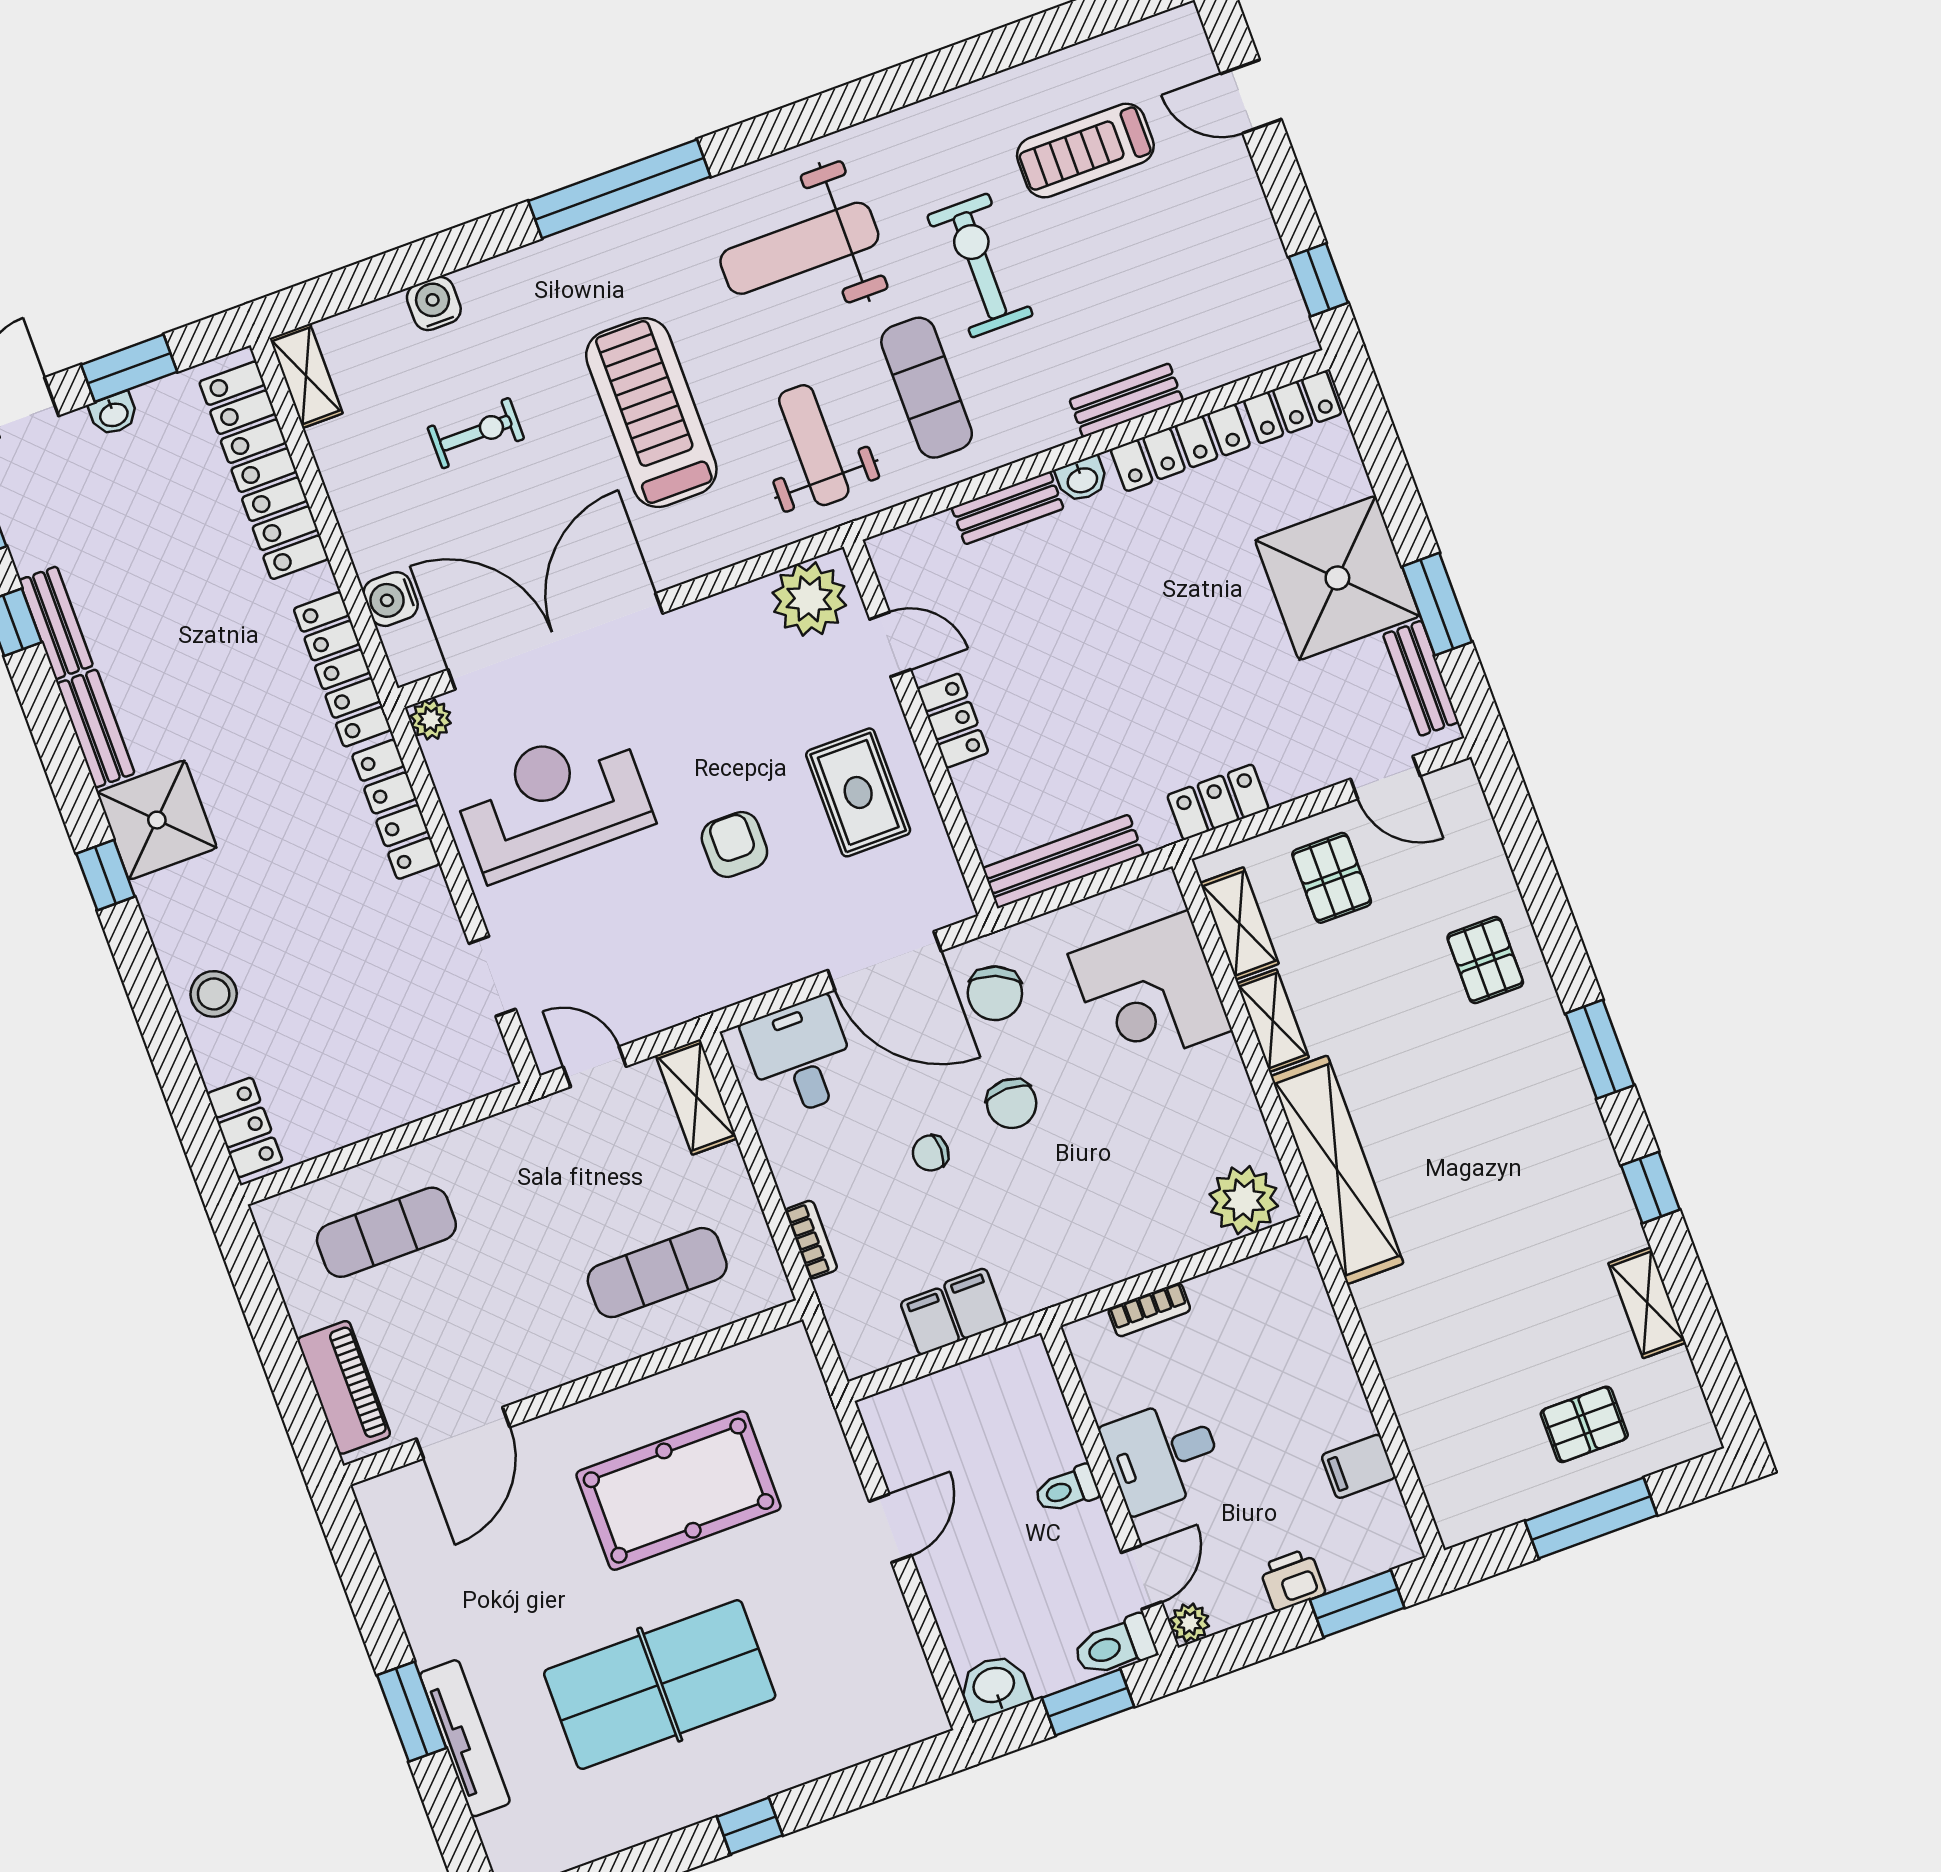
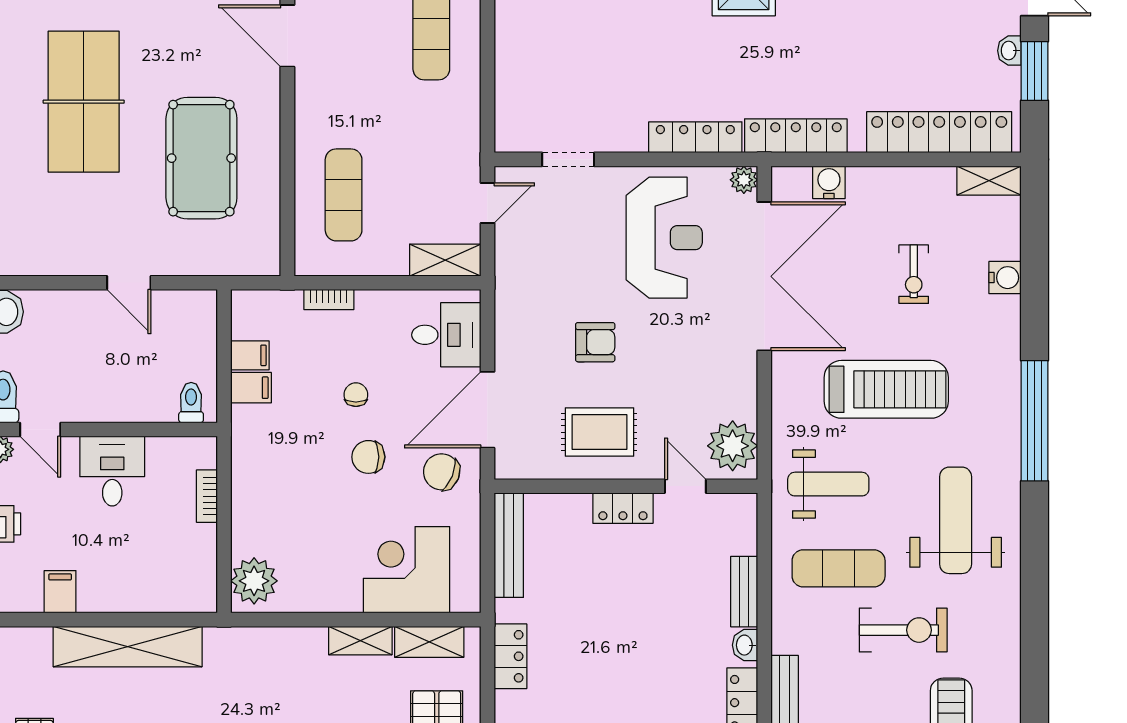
door: (890, 644) -> (685, 486), swing flipped
shelving: (1337, 1170) -> (128, 647), moved
toilet: (1067, 1490) -> (191, 403), moved

